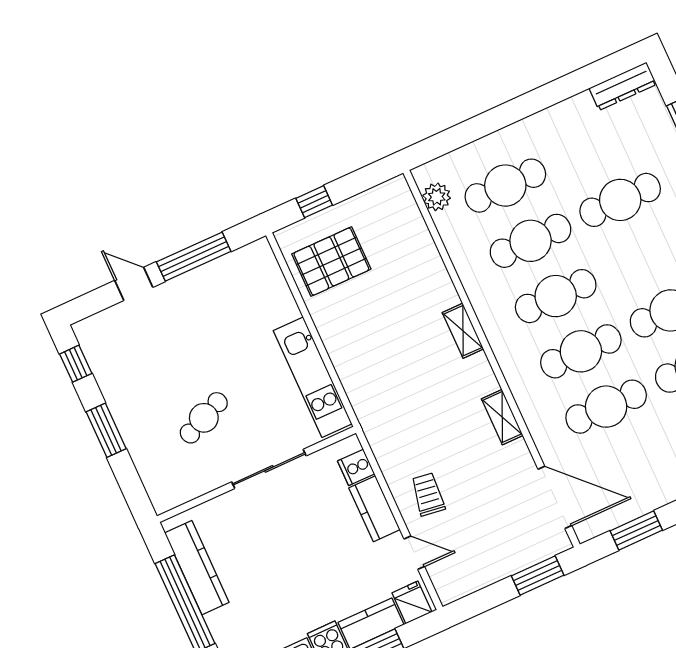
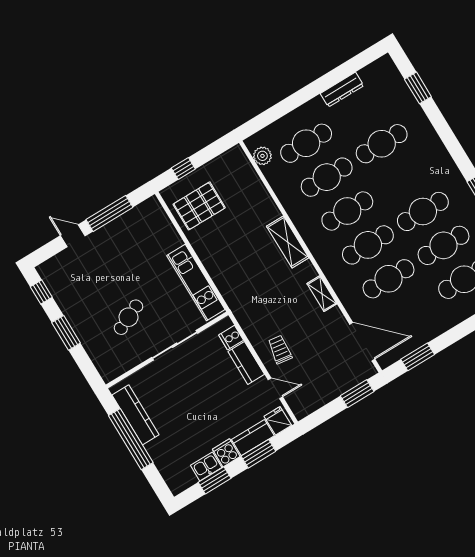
dresser: (623, 86) -> (342, 90), moved
shelving: (463, 331) -> (288, 242), width x1.50, depth x1.33

